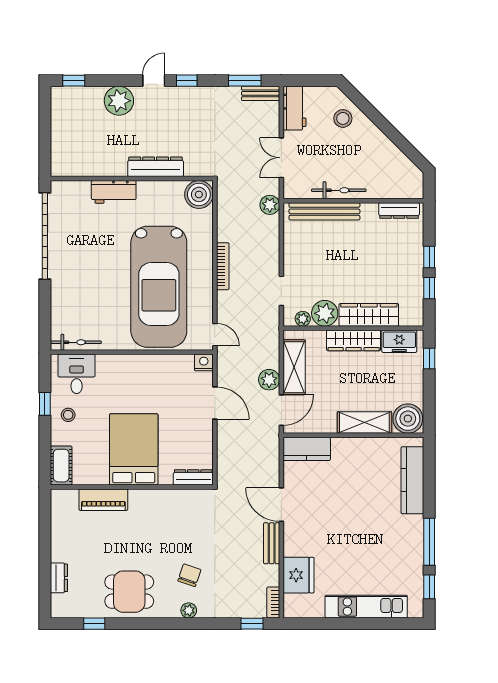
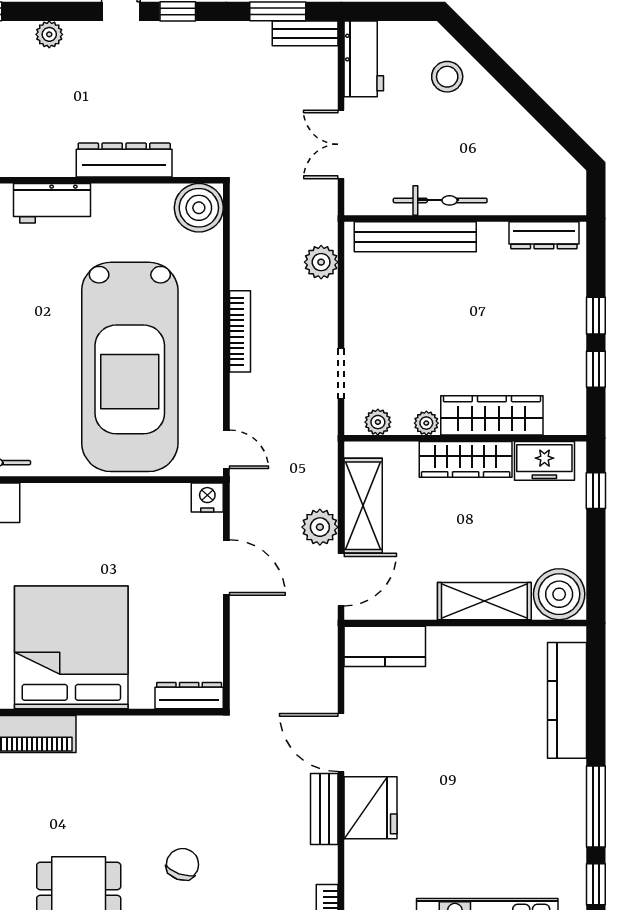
plant: (119, 101) -> (49, 34), width x0.53, depth x0.53
plant: (270, 205) -> (321, 262), moved
plant: (325, 313) -> (426, 423), width x0.53, depth x0.53
bed: (134, 449) -> (71, 647), width x1.36
fridge: (298, 575) -> (371, 808), moved

